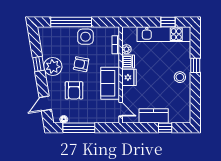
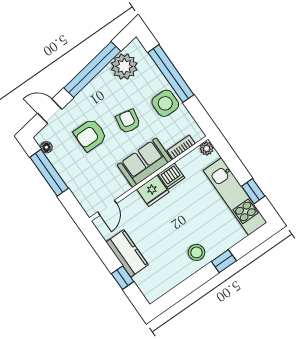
plant: (126, 49) -> (207, 148), moved
window: (39, 64) -> (92, 70), width x3.17
plant: (53, 67) -> (124, 66), moved
sofa: (110, 83) -> (144, 163), moved

